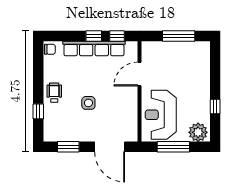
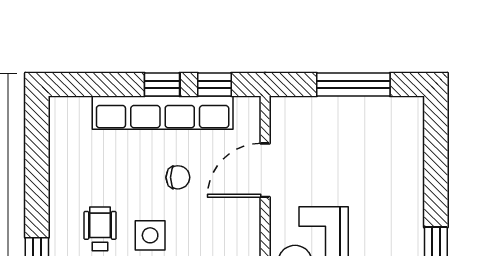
chair: (50, 49) -> (178, 177), moved
wheelchair: (54, 93) -> (100, 229), moved

